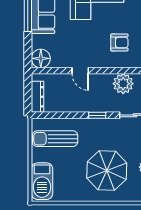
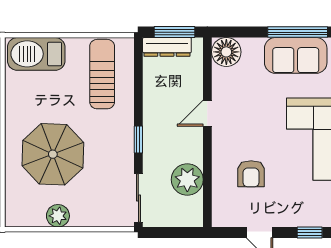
window: (28, 92) -> (175, 32), added

